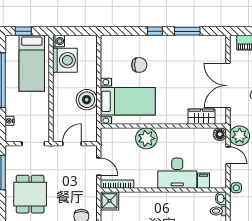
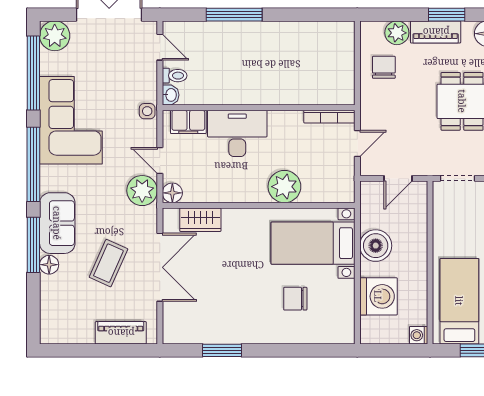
window: (155, 31) -> (271, 350), removed
washing machine: (65, 60) -> (378, 296), moved, turned 180
door: (99, 167) -> (357, 143), swing flipped
filing cabinet: (204, 181) -> (188, 122), width x2.00
shower: (110, 201) -> (341, 91), removed

